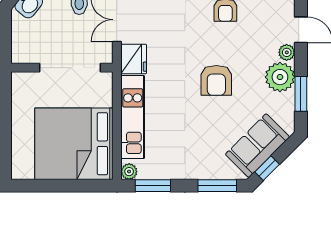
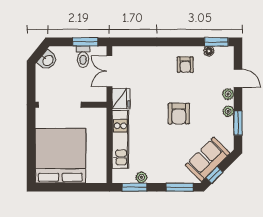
doorway: (70, 68) -> (60, 105), moved
plant: (280, 77) -> (228, 111), width x0.53, depth x0.53
bed: (74, 144) -> (60, 156), moved, turned 90
plant: (129, 172) -> (141, 177), moved

